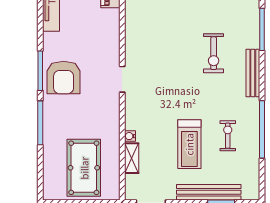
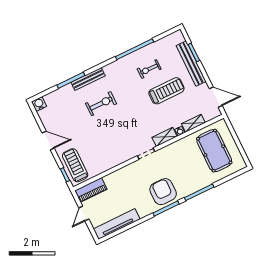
bench: (253, 73) -> (88, 79), moved
armchair: (64, 77) -> (163, 192), turned -90
shelving: (132, 113) -> (165, 137), added
pool table: (84, 168) -> (214, 151), turned 90

